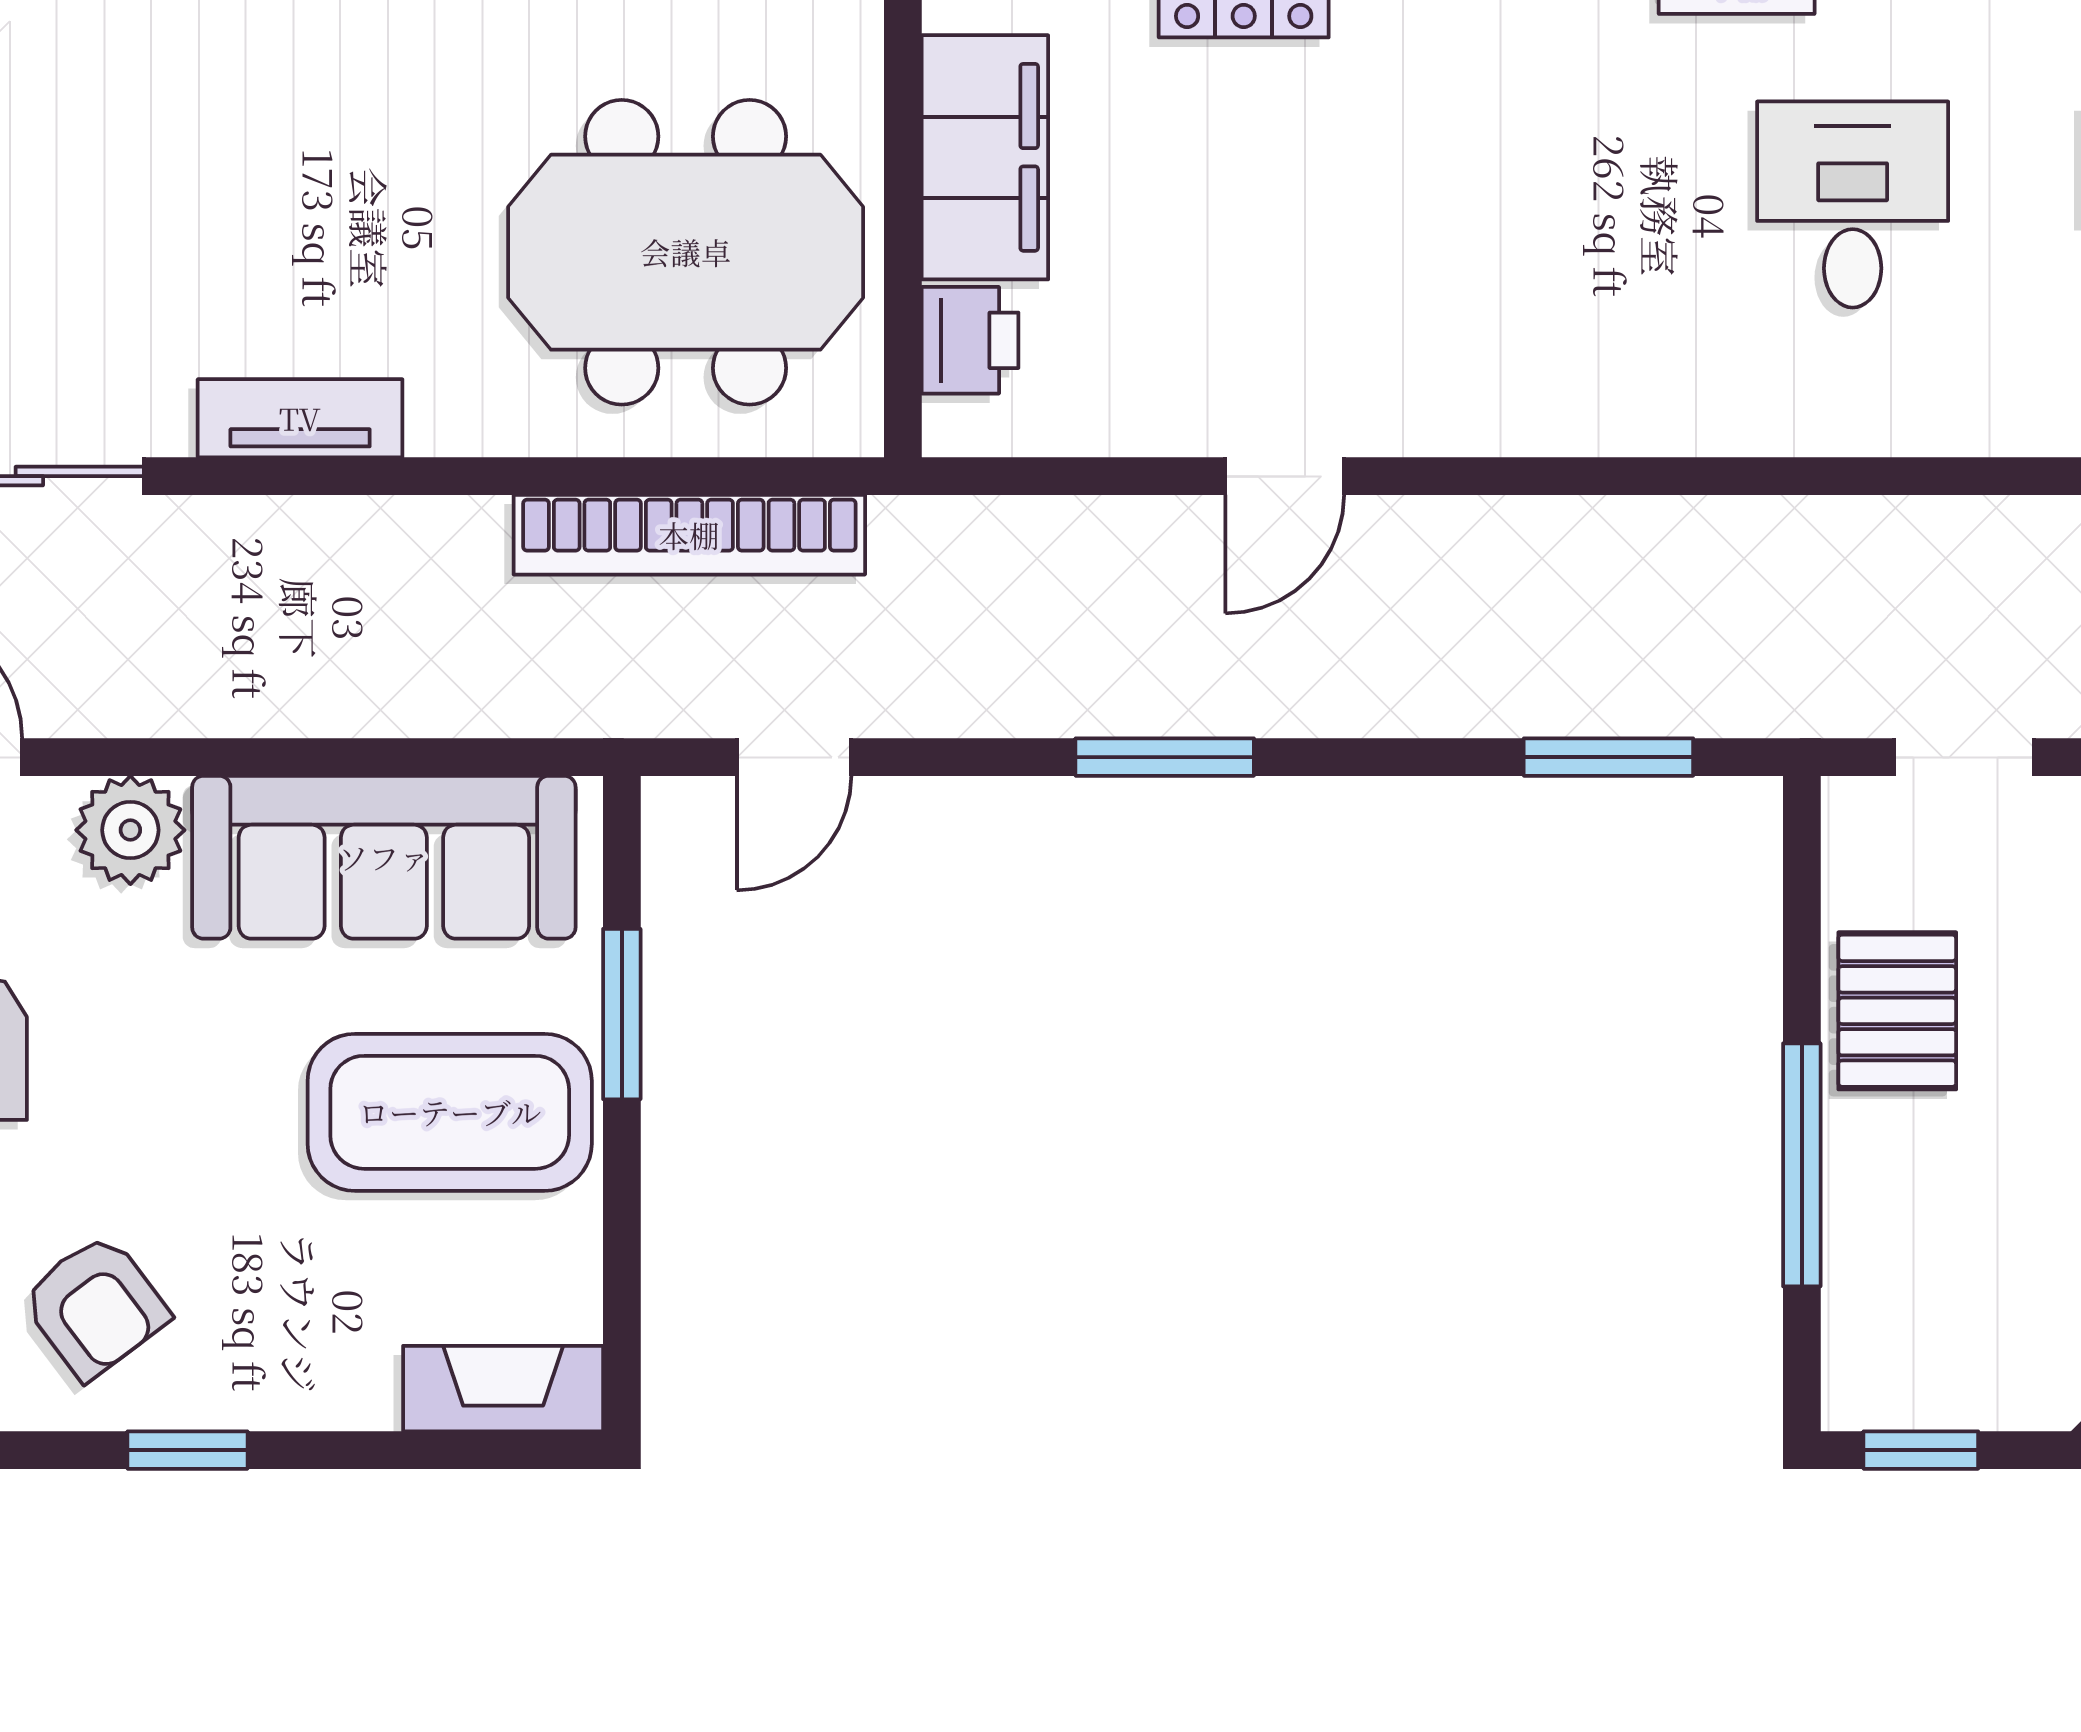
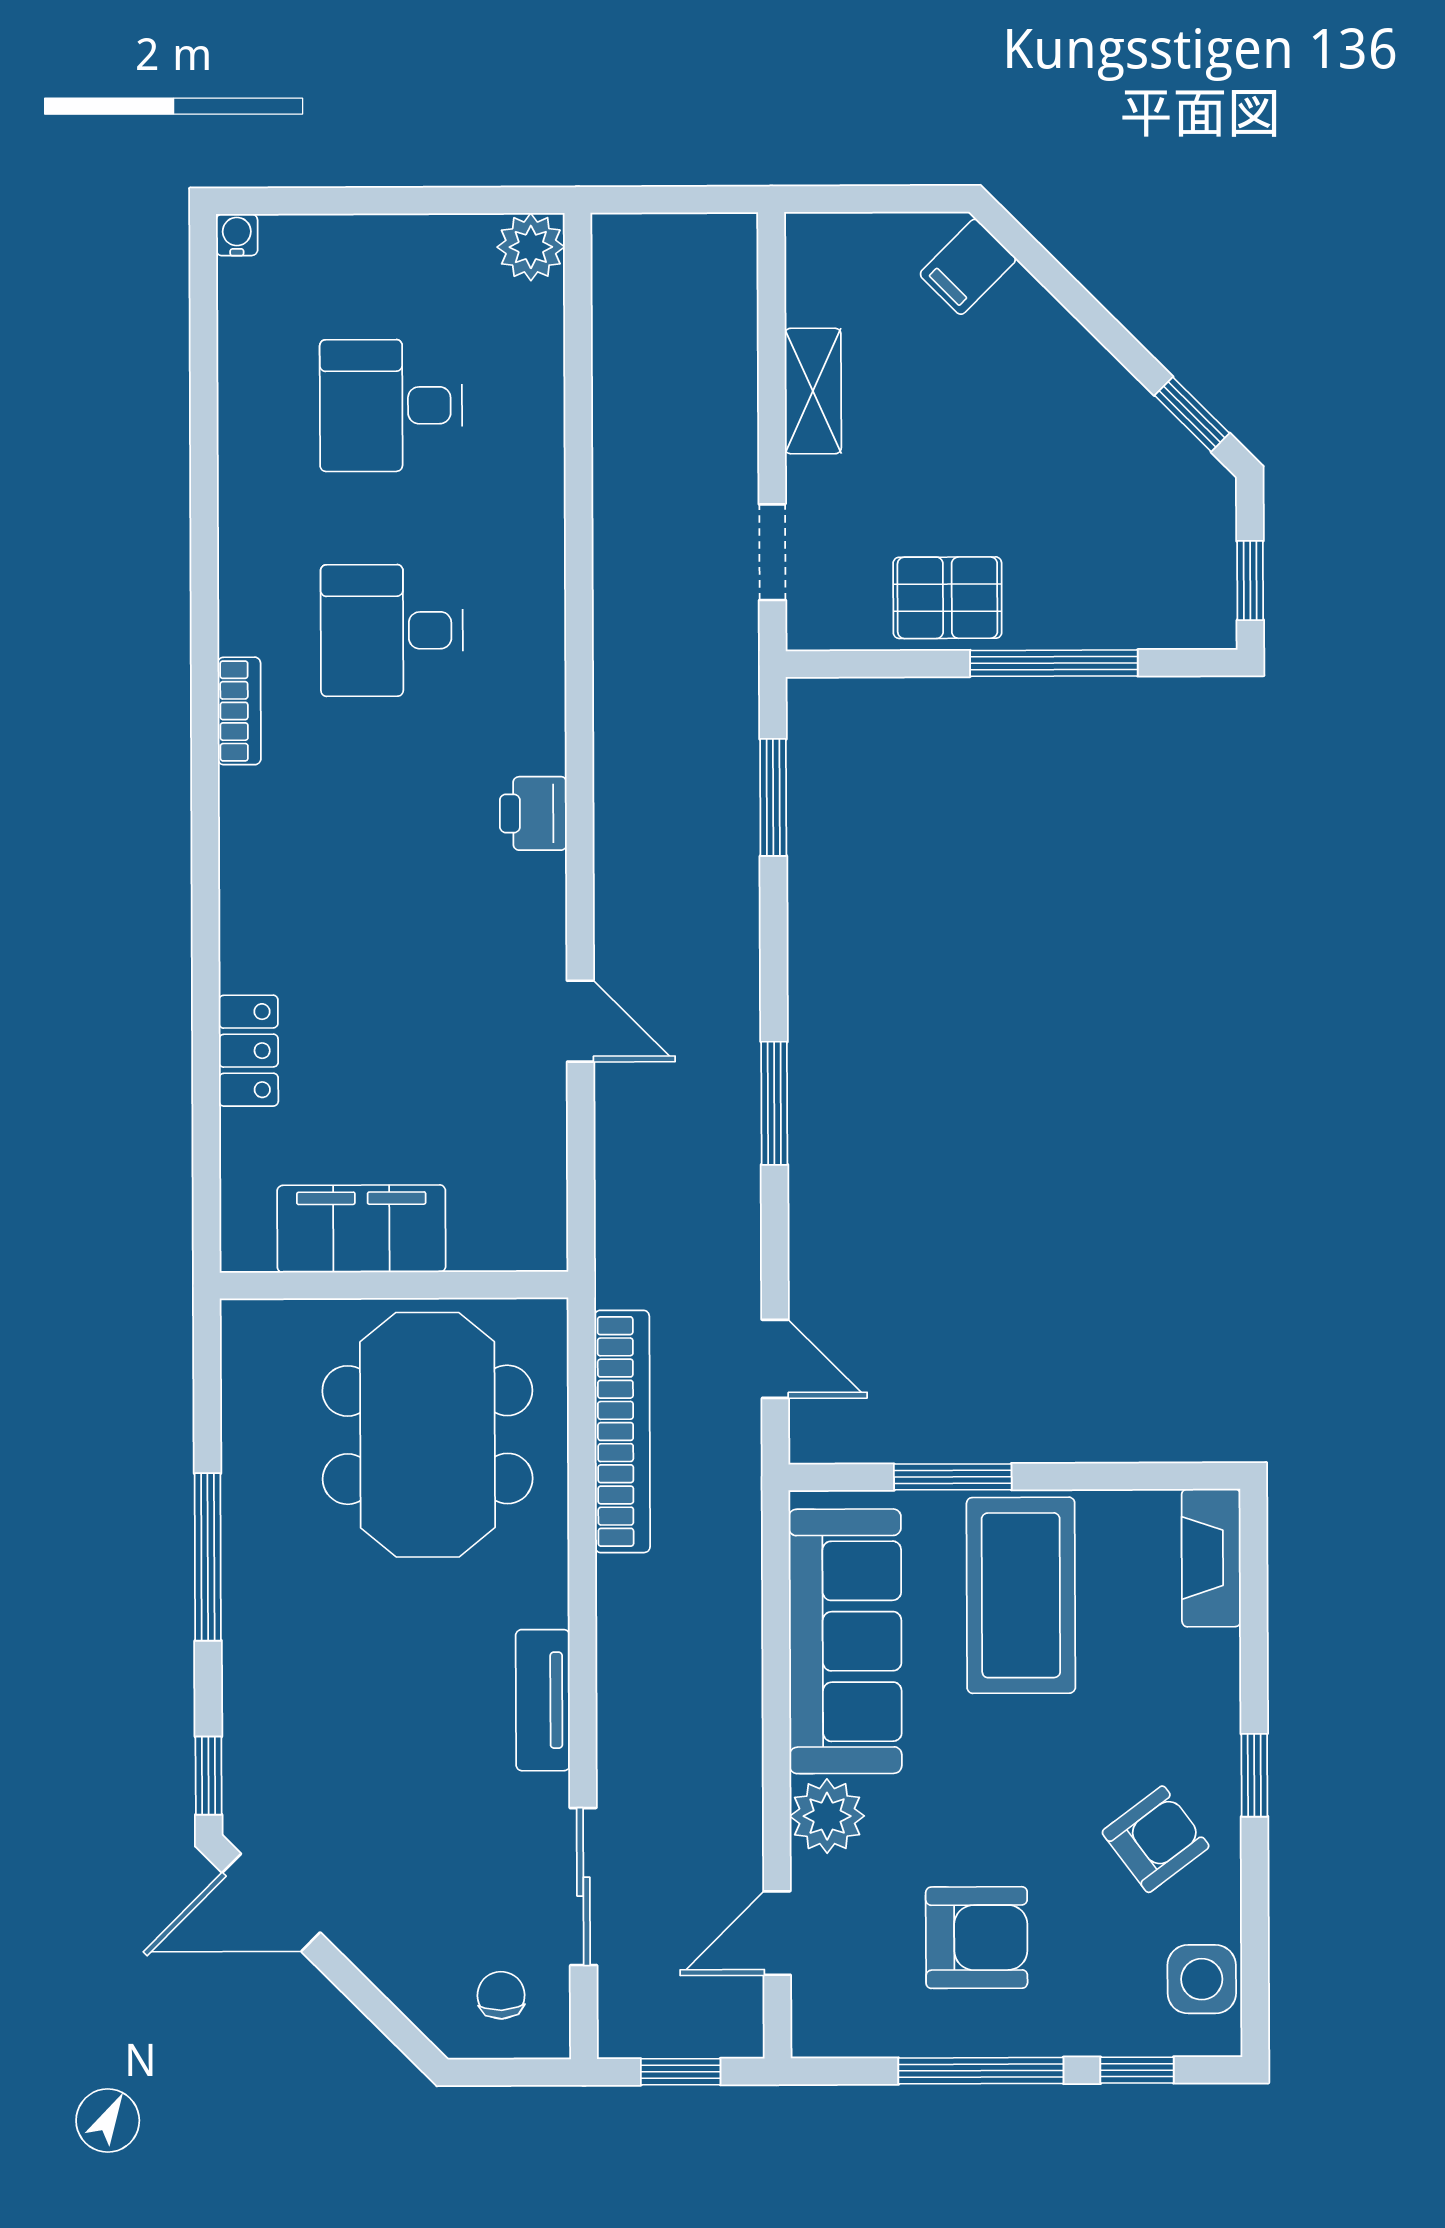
printer: (970, 340) -> (533, 813), moved, turned -90

